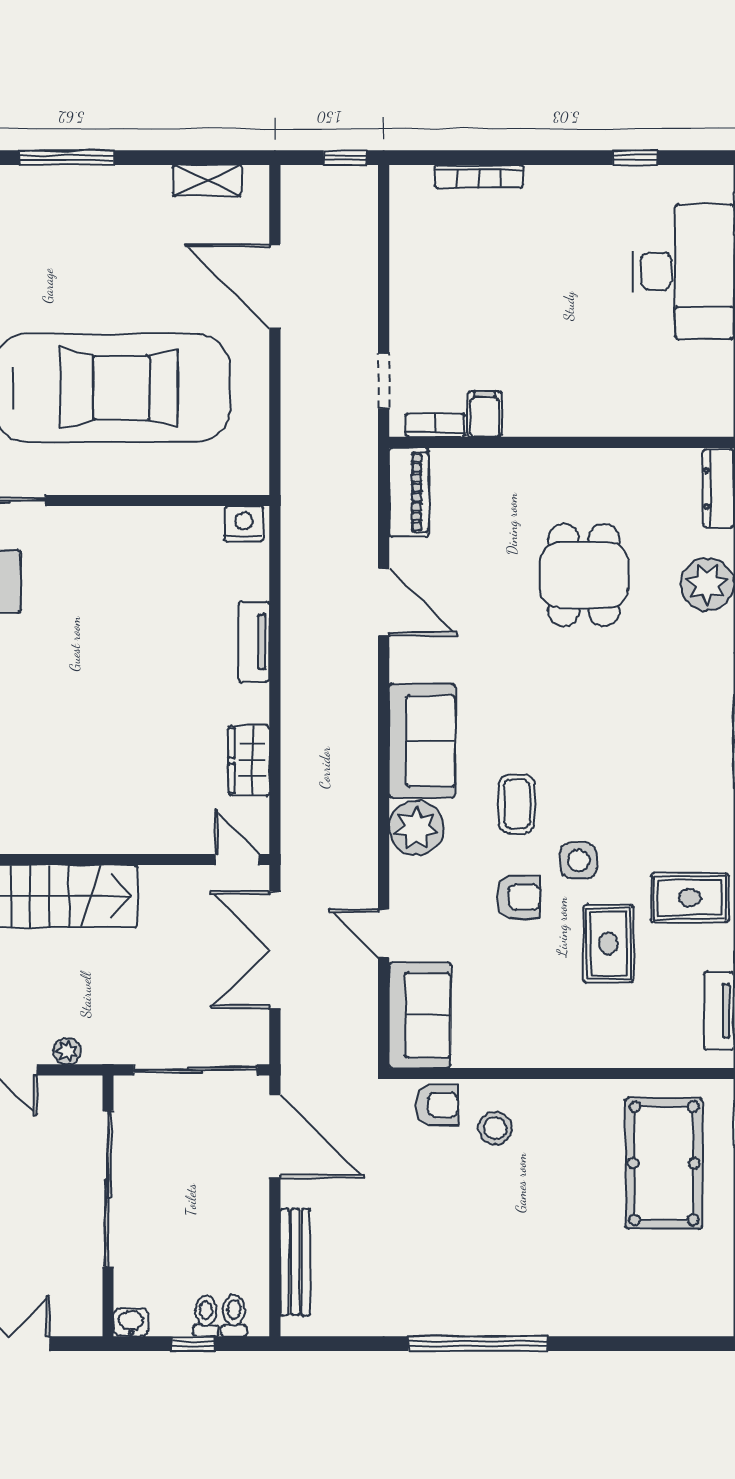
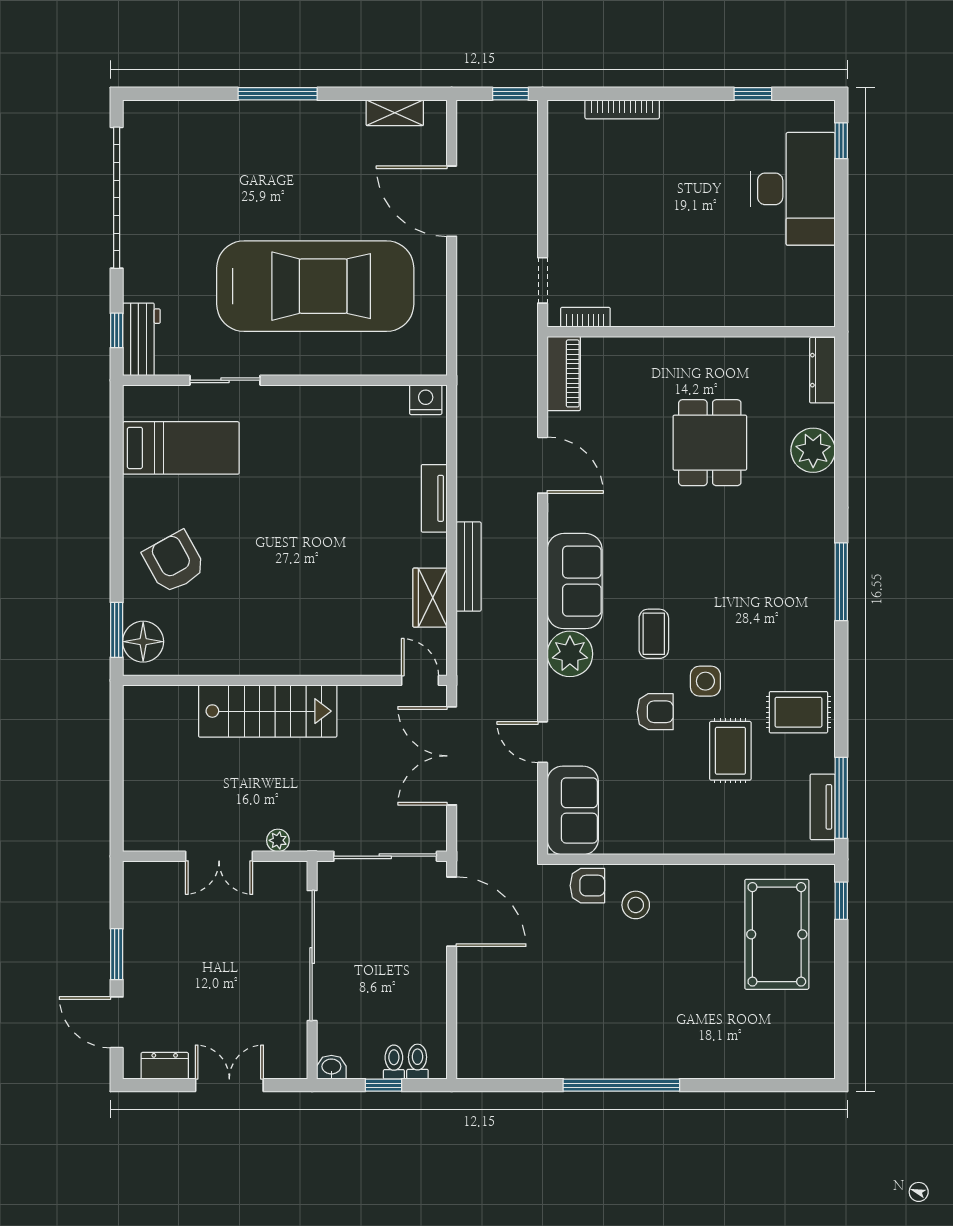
filing cabinet: (485, 414) -> (627, 308), removed
bench: (295, 1262) -> (469, 567), moved

